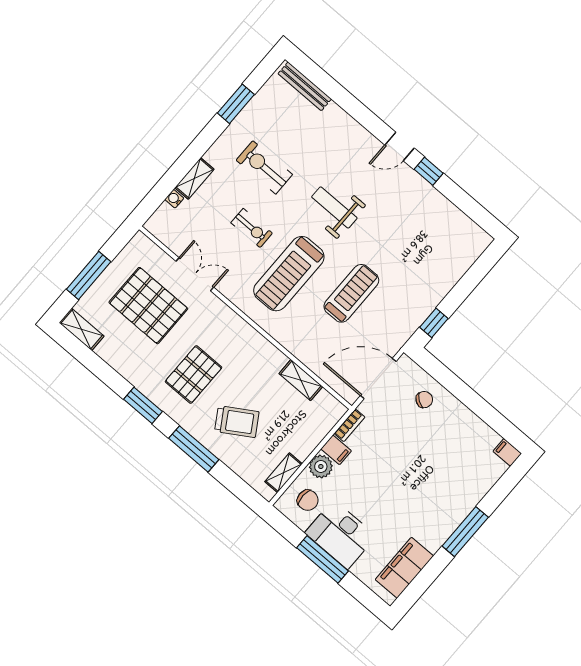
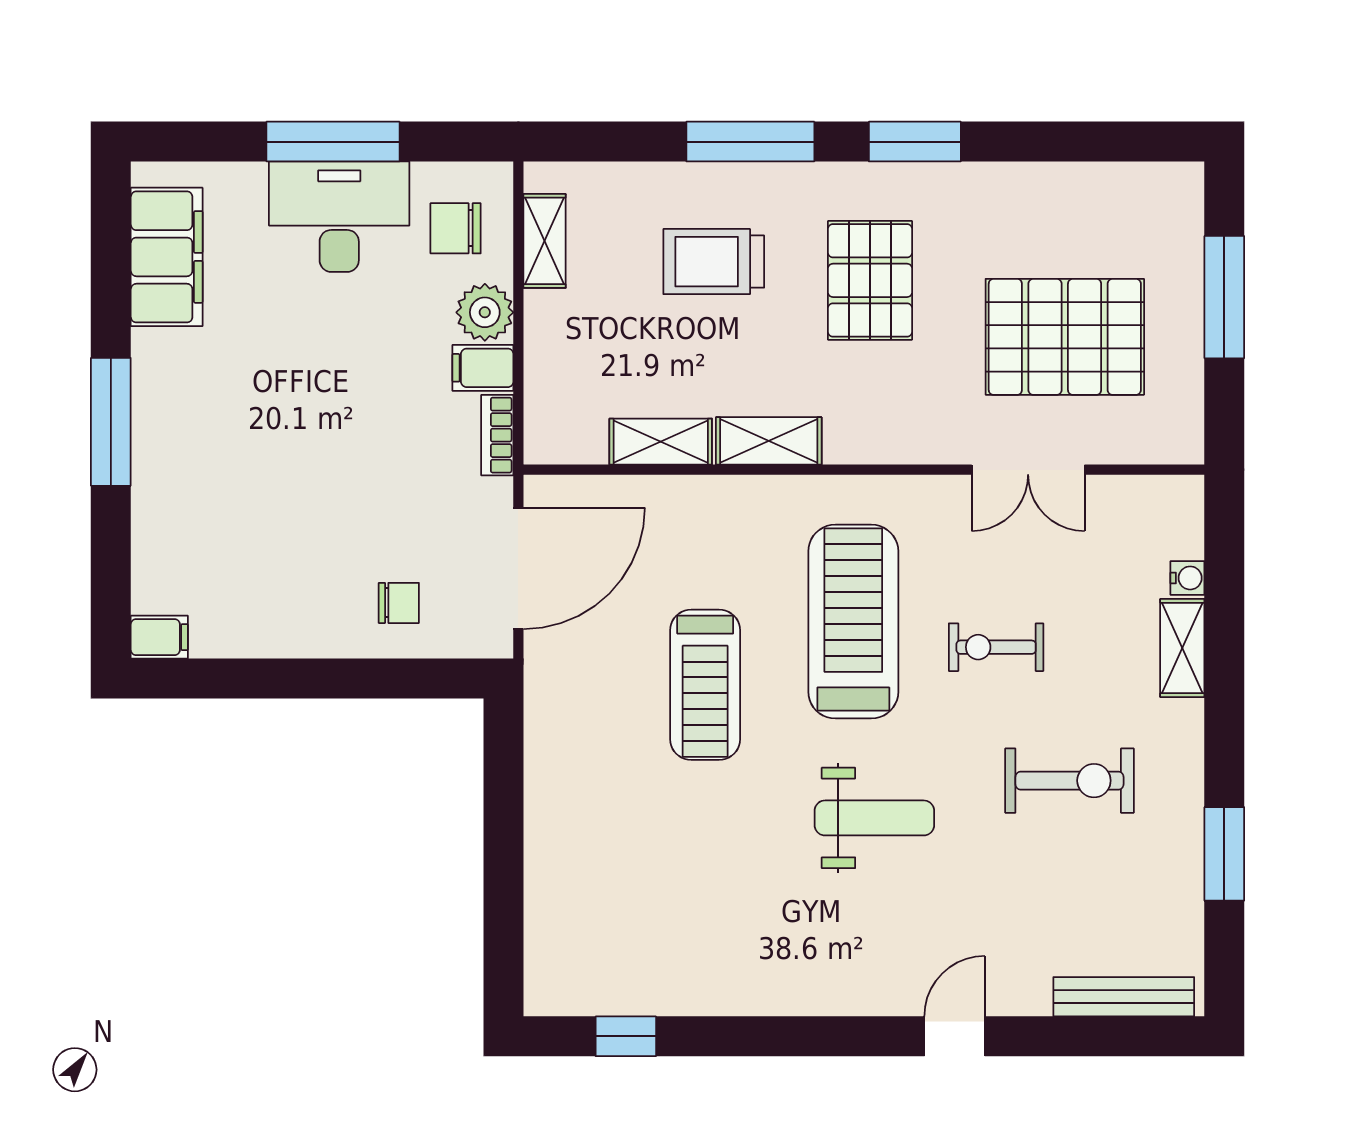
door: (400, 146) -> (955, 1036), moved
window: (429, 171) -> (626, 1036), moved
window: (434, 323) -> (504, 762), removed
shelving: (81, 329) -> (769, 441), moved
chair: (424, 400) -> (399, 603), turned -125
trolley: (237, 422) -> (714, 262), turned 32

